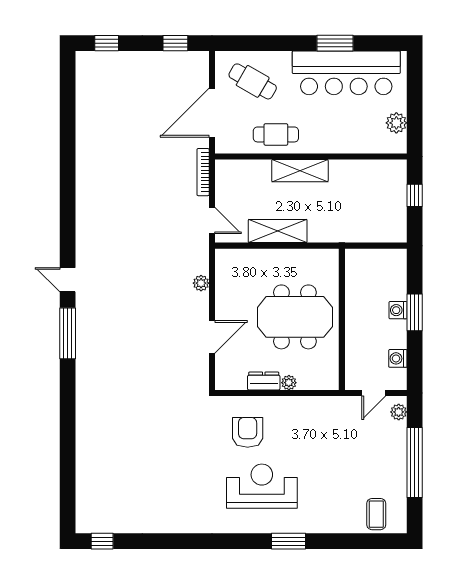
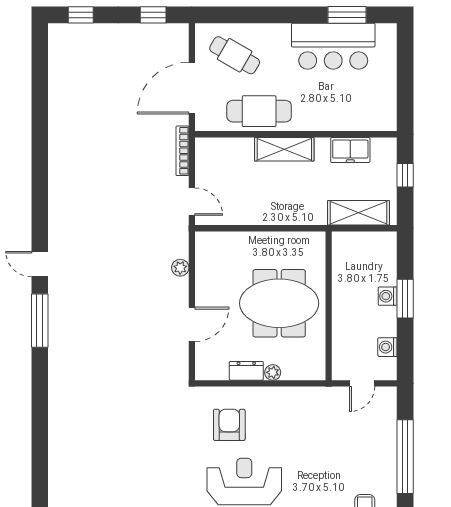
window: (335, 43) -> (347, 15), moved
bar counter: (346, 73) -> (333, 46), width x0.73
plant: (396, 123) -> (386, 99), removed
cafe table: (276, 134) -> (259, 111), width x1.37, depth x1.35
freezer: (362, 171) -> (350, 150), added
shelving: (278, 231) -> (359, 213), moved
plant: (399, 412) -> (388, 403), removed

